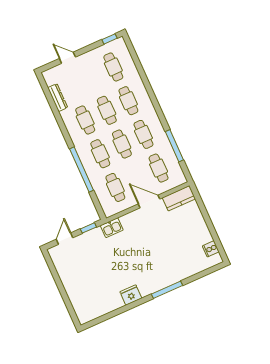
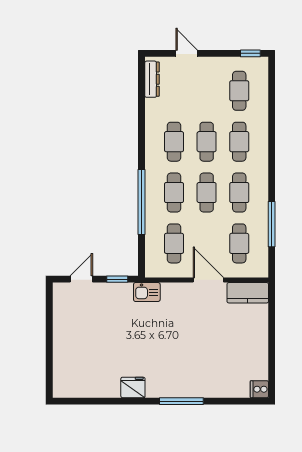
dresser: (58, 98) -> (152, 79), moved
cooker: (211, 249) -> (259, 389), moved

